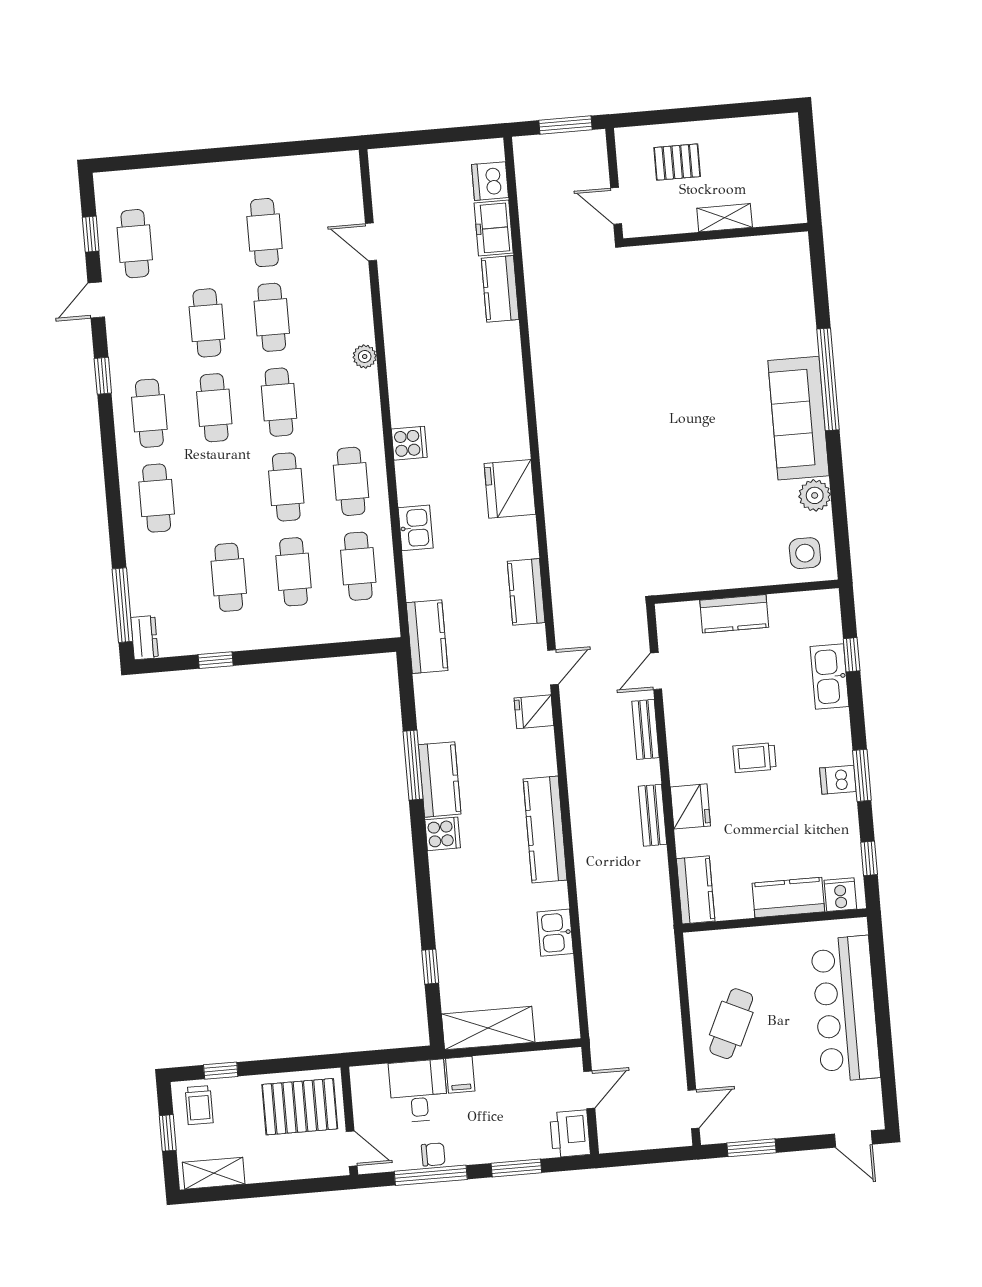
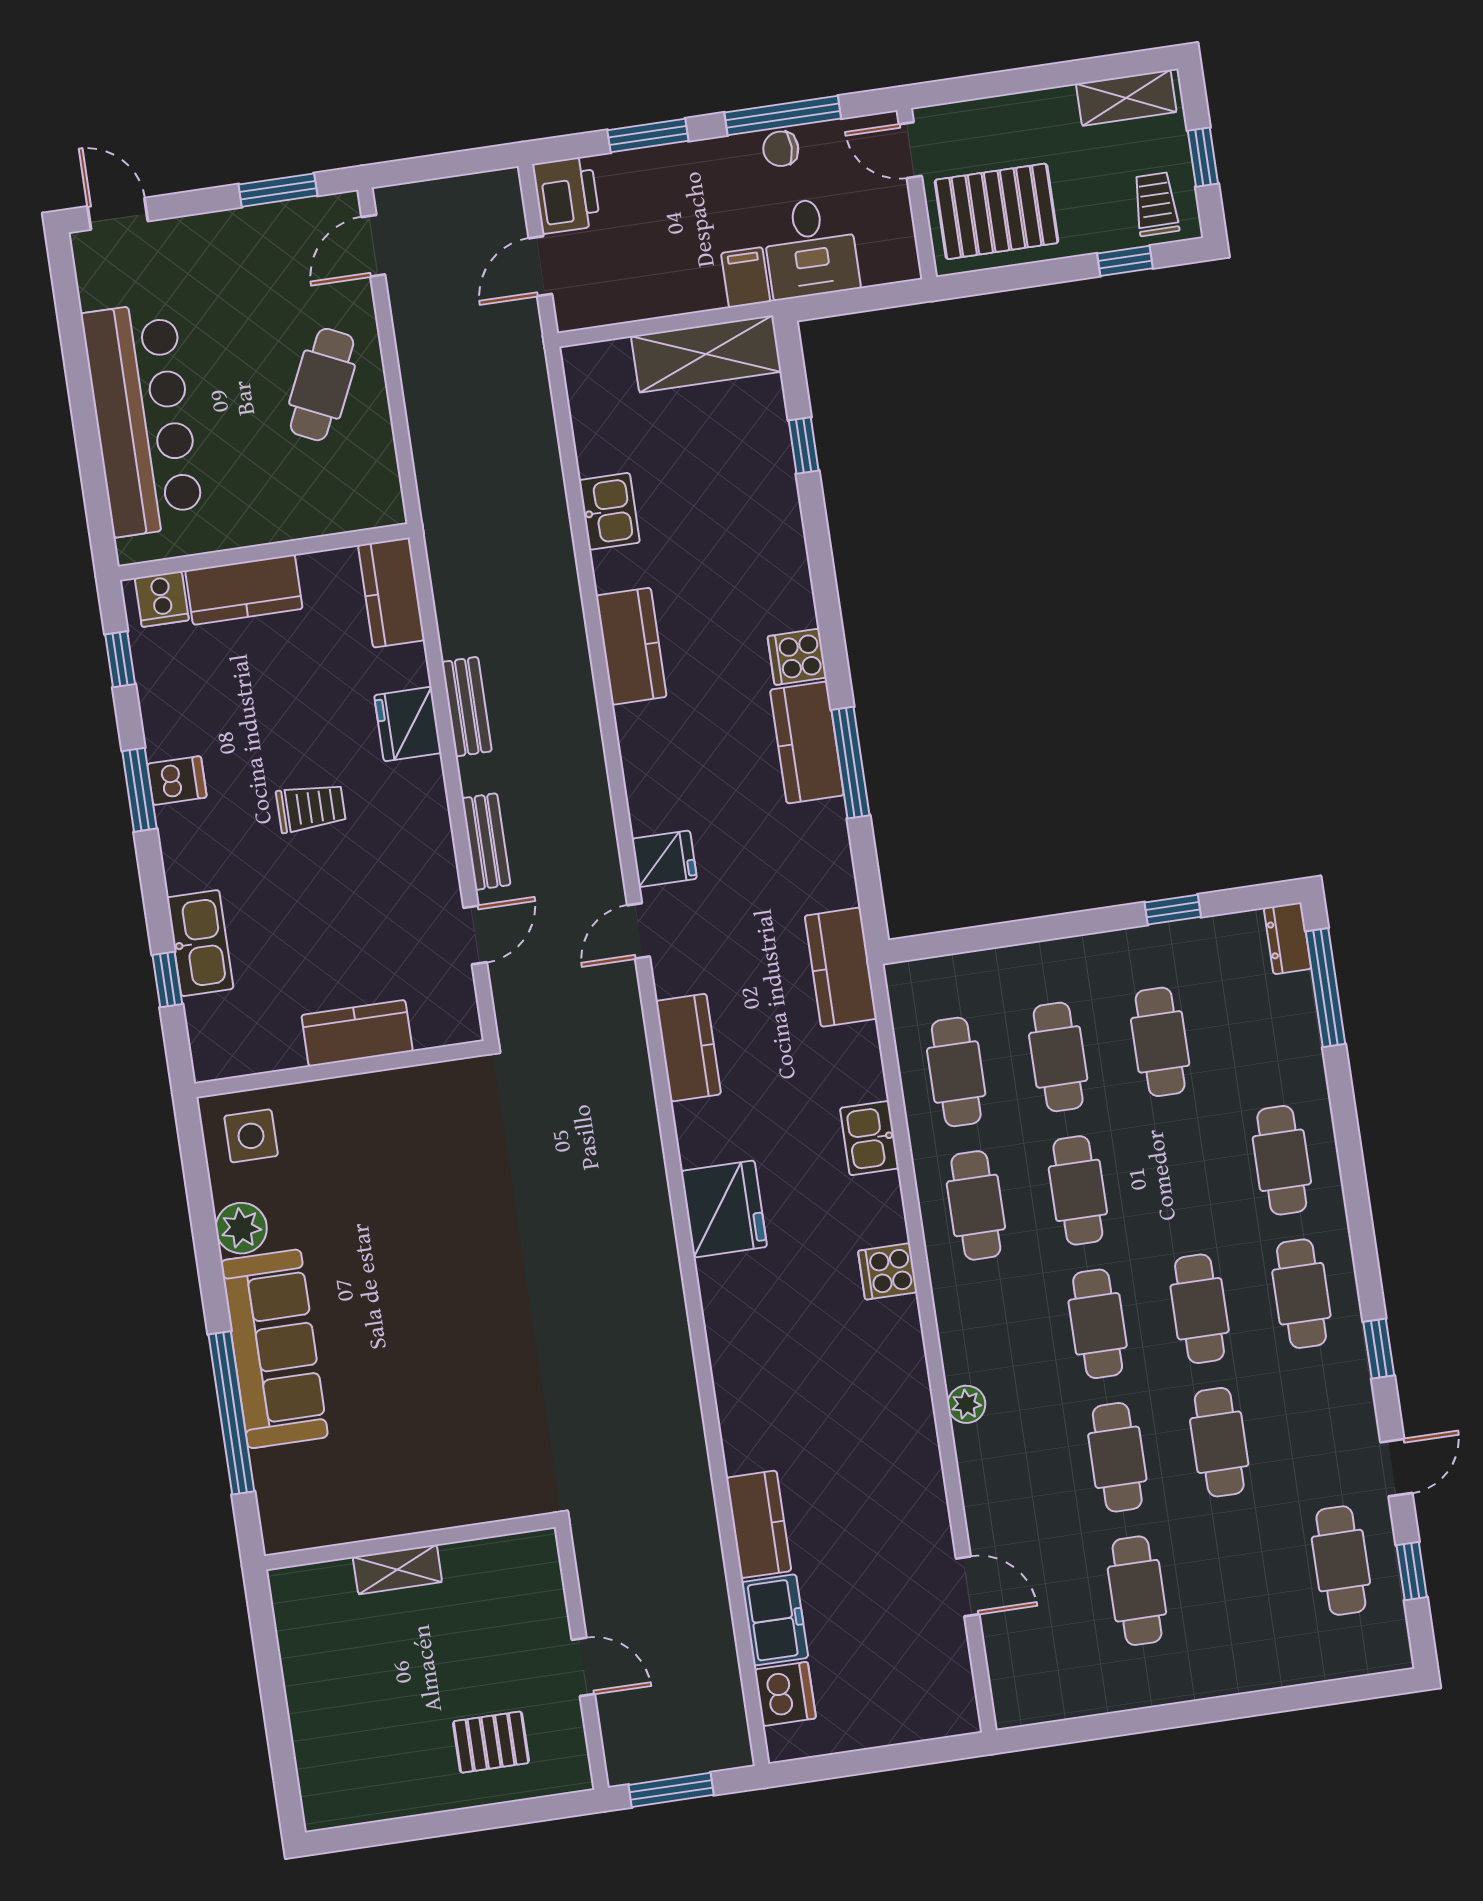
shelving: (725, 218) -> (397, 1569), moved
wall: (716, 235) -> (410, 1542), moved
kitchen counter: (545, 829) -> (631, 646), width x0.67

